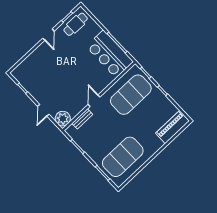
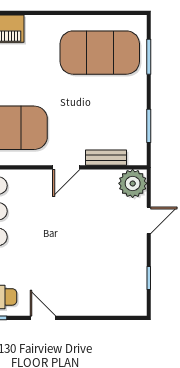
door: (48, 35) -> (43, 318), hinge flipped

